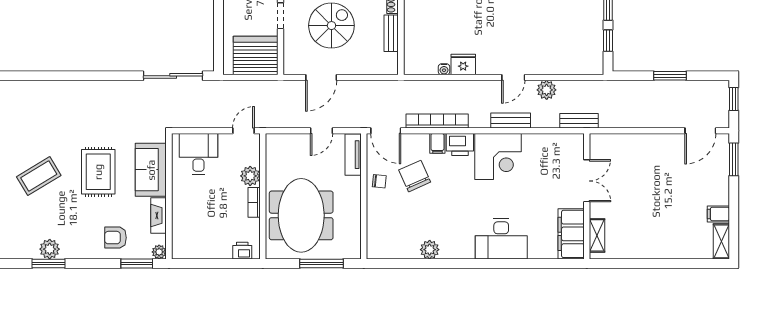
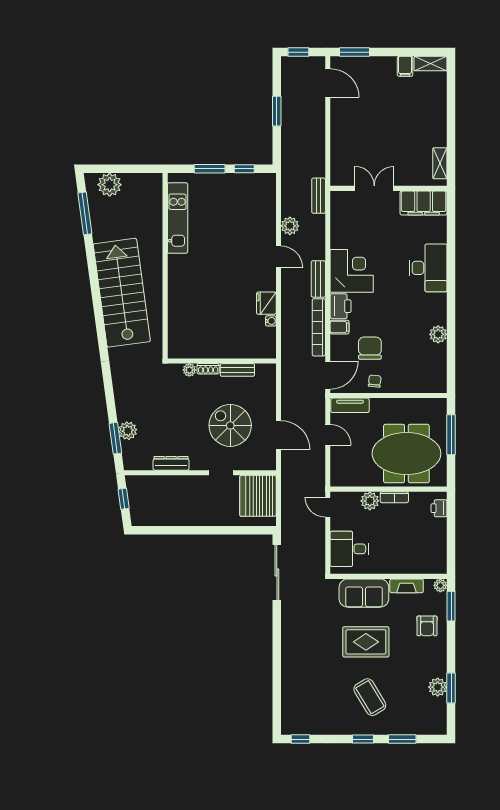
bench: (511, 120) -> (318, 279), moved
chair: (415, 176) -> (370, 348), turned 114
shelving: (597, 235) -> (440, 163), moved, turned 90

